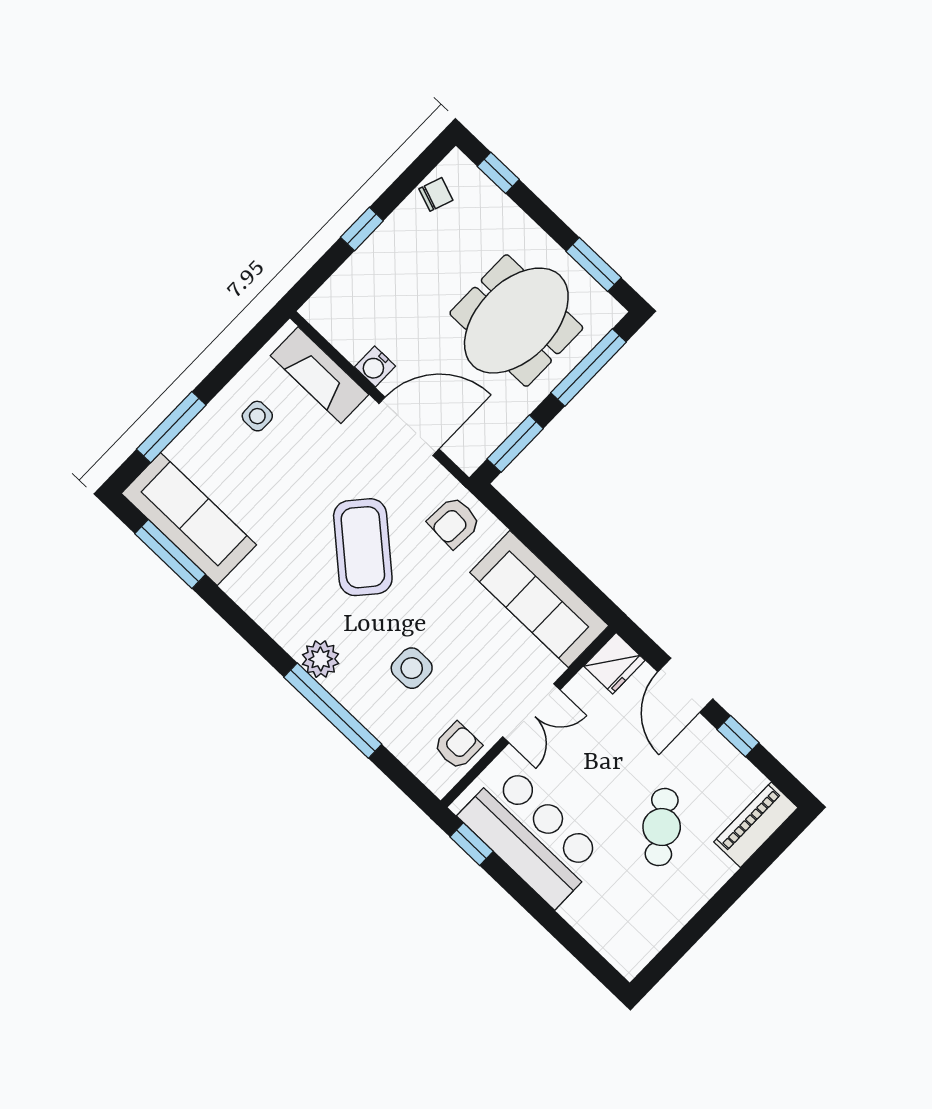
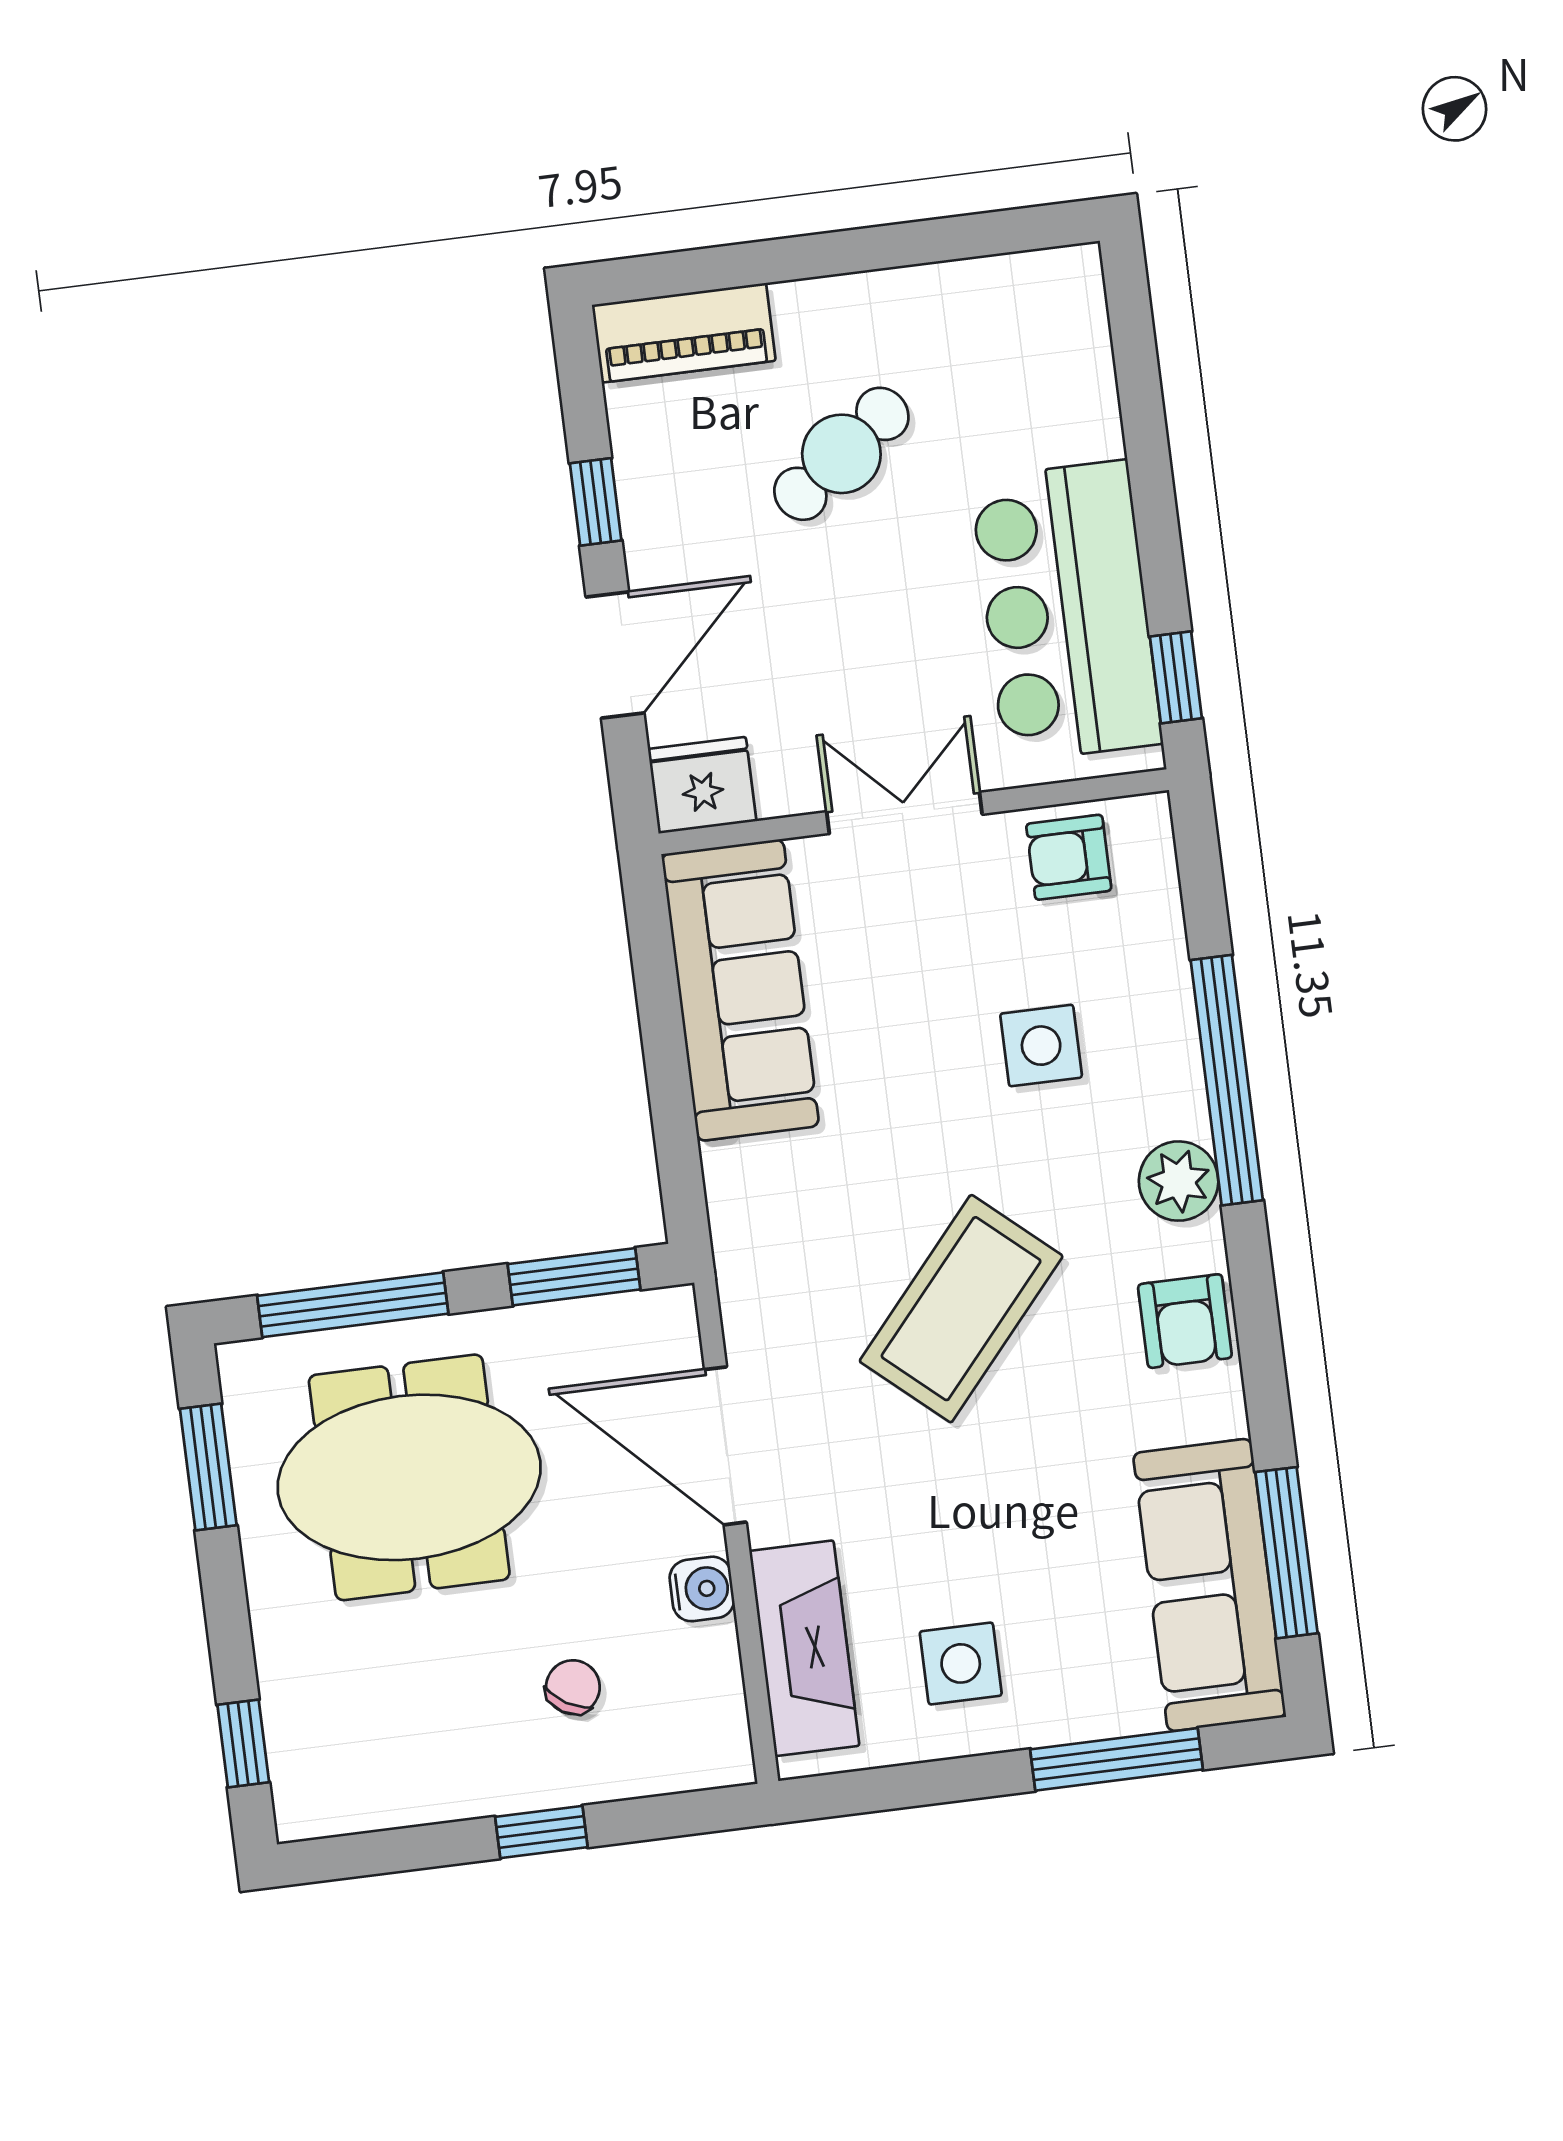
chair: (436, 194) -> (573, 1687), moved, turned 101
side table: (257, 416) -> (961, 1663), width x1.37, depth x1.37
armchair: (454, 522) -> (1185, 1321), moved, turned 87

